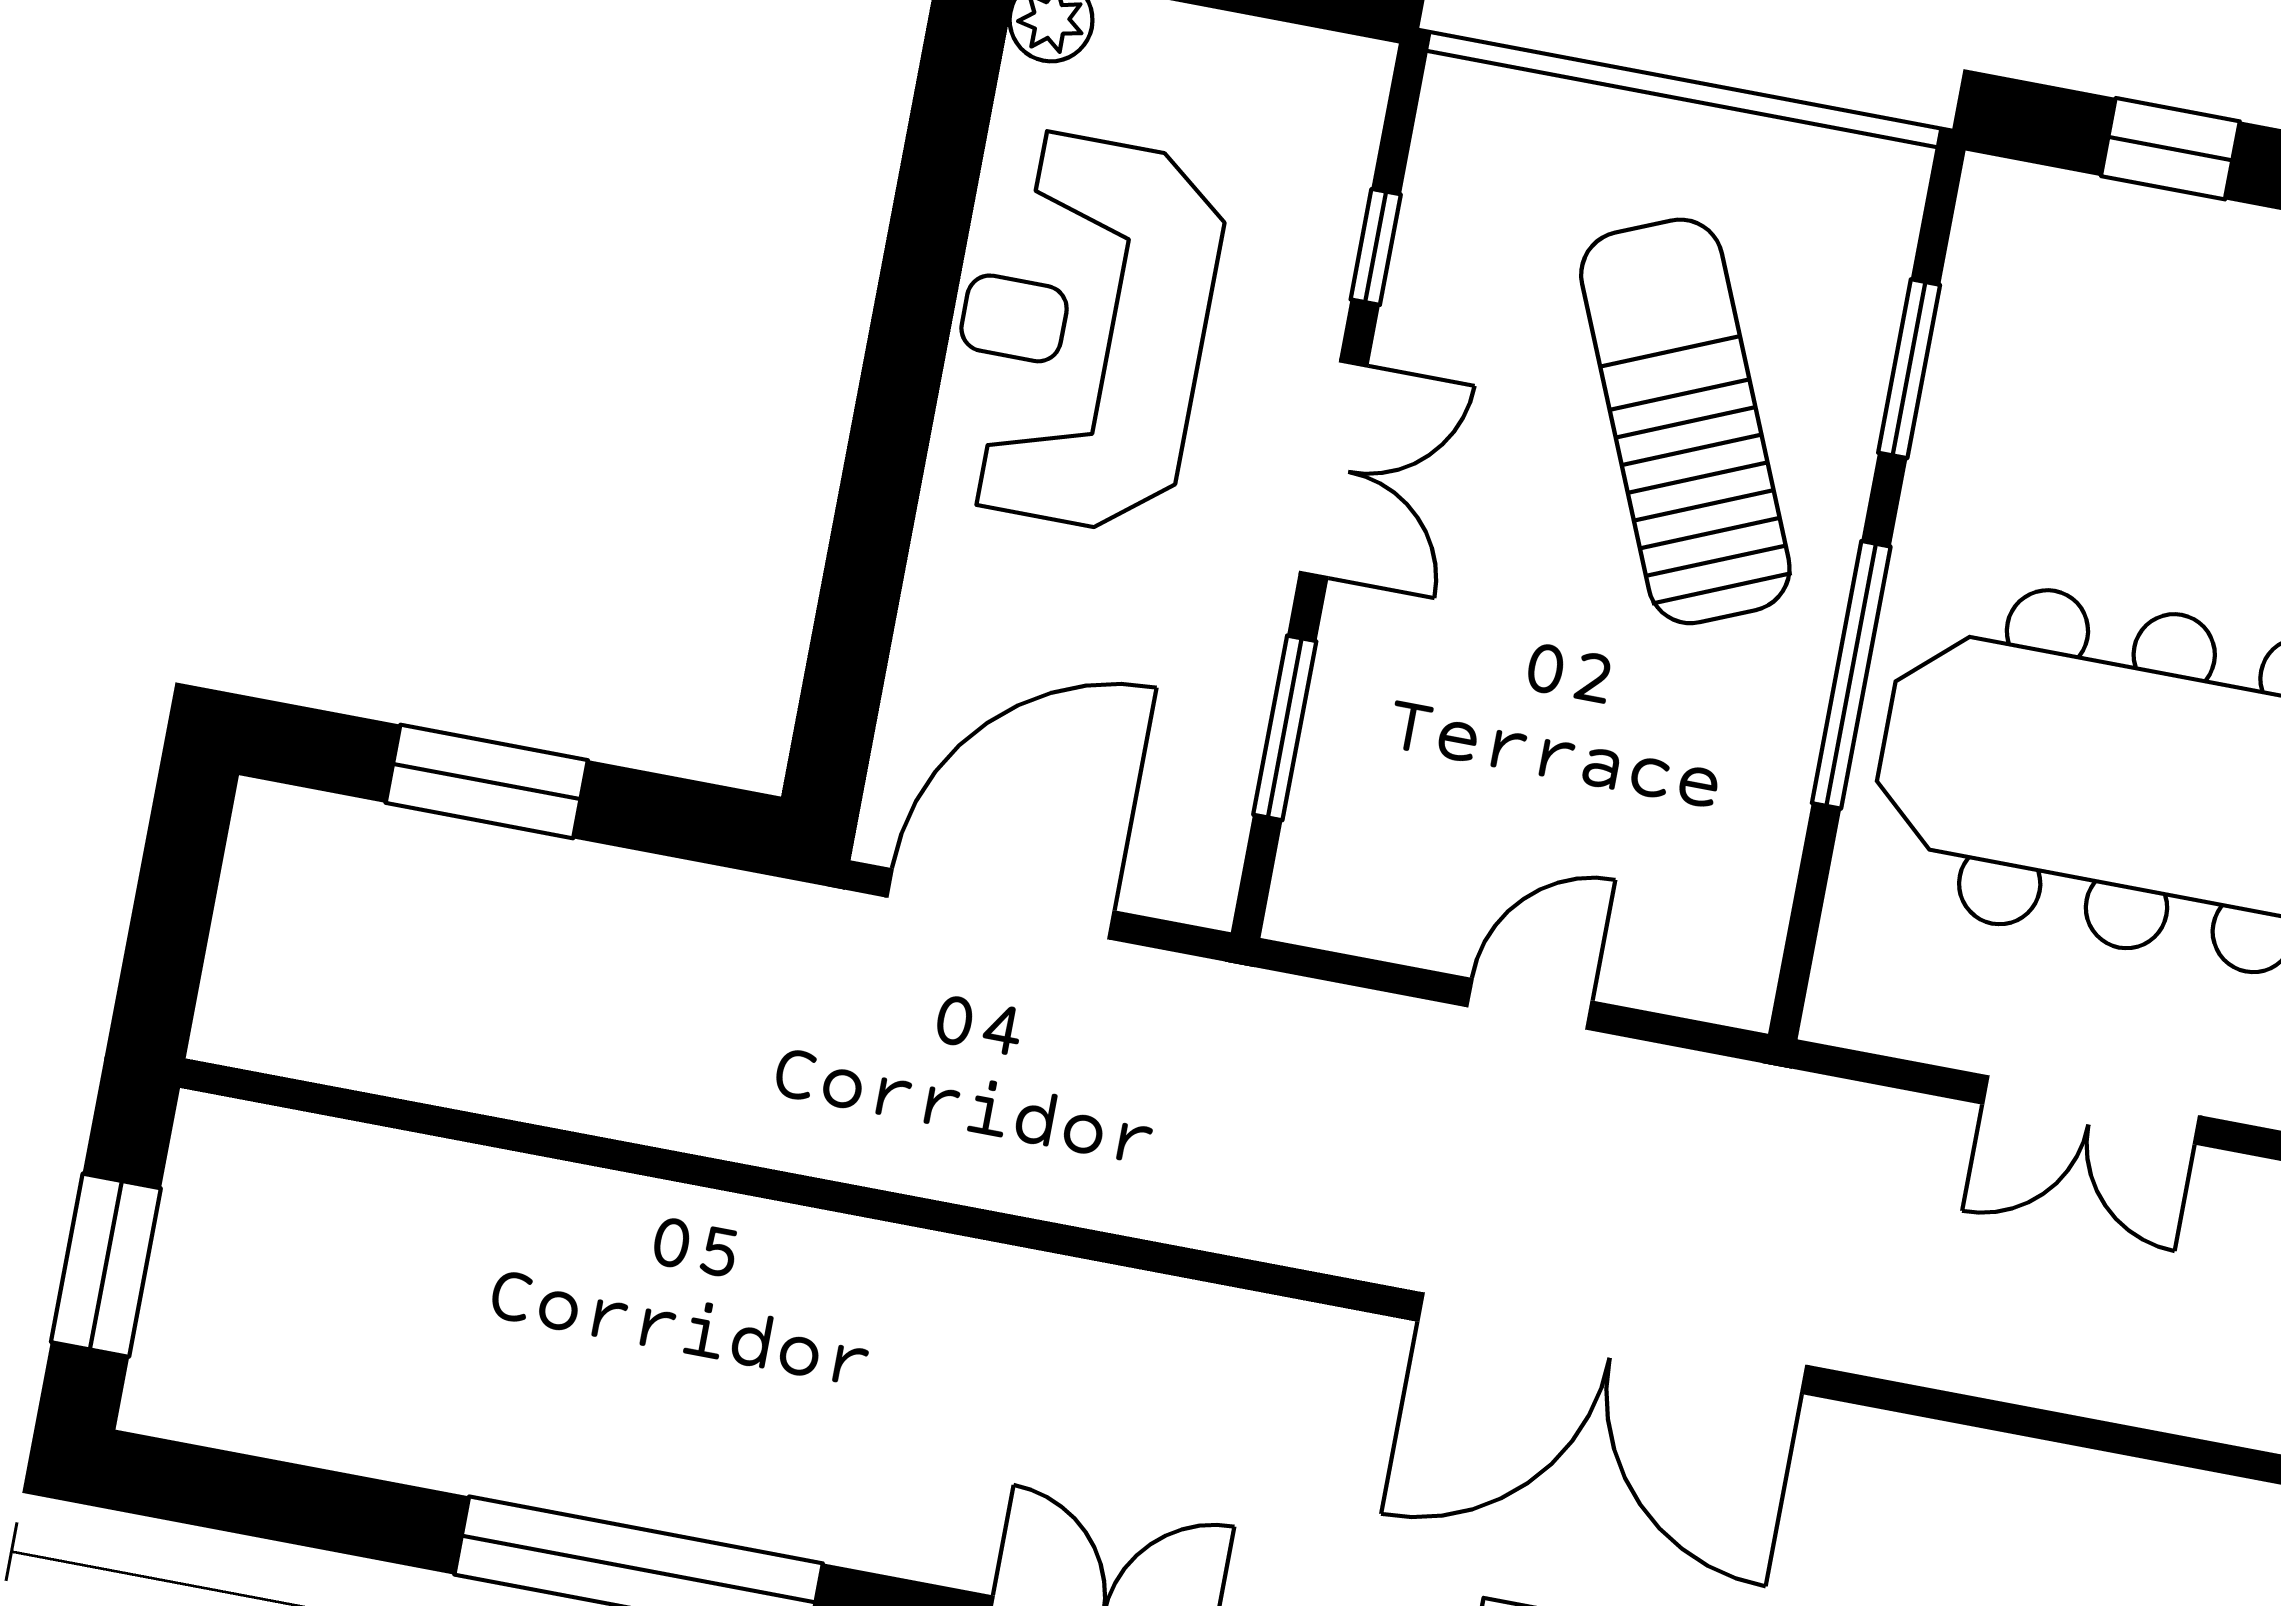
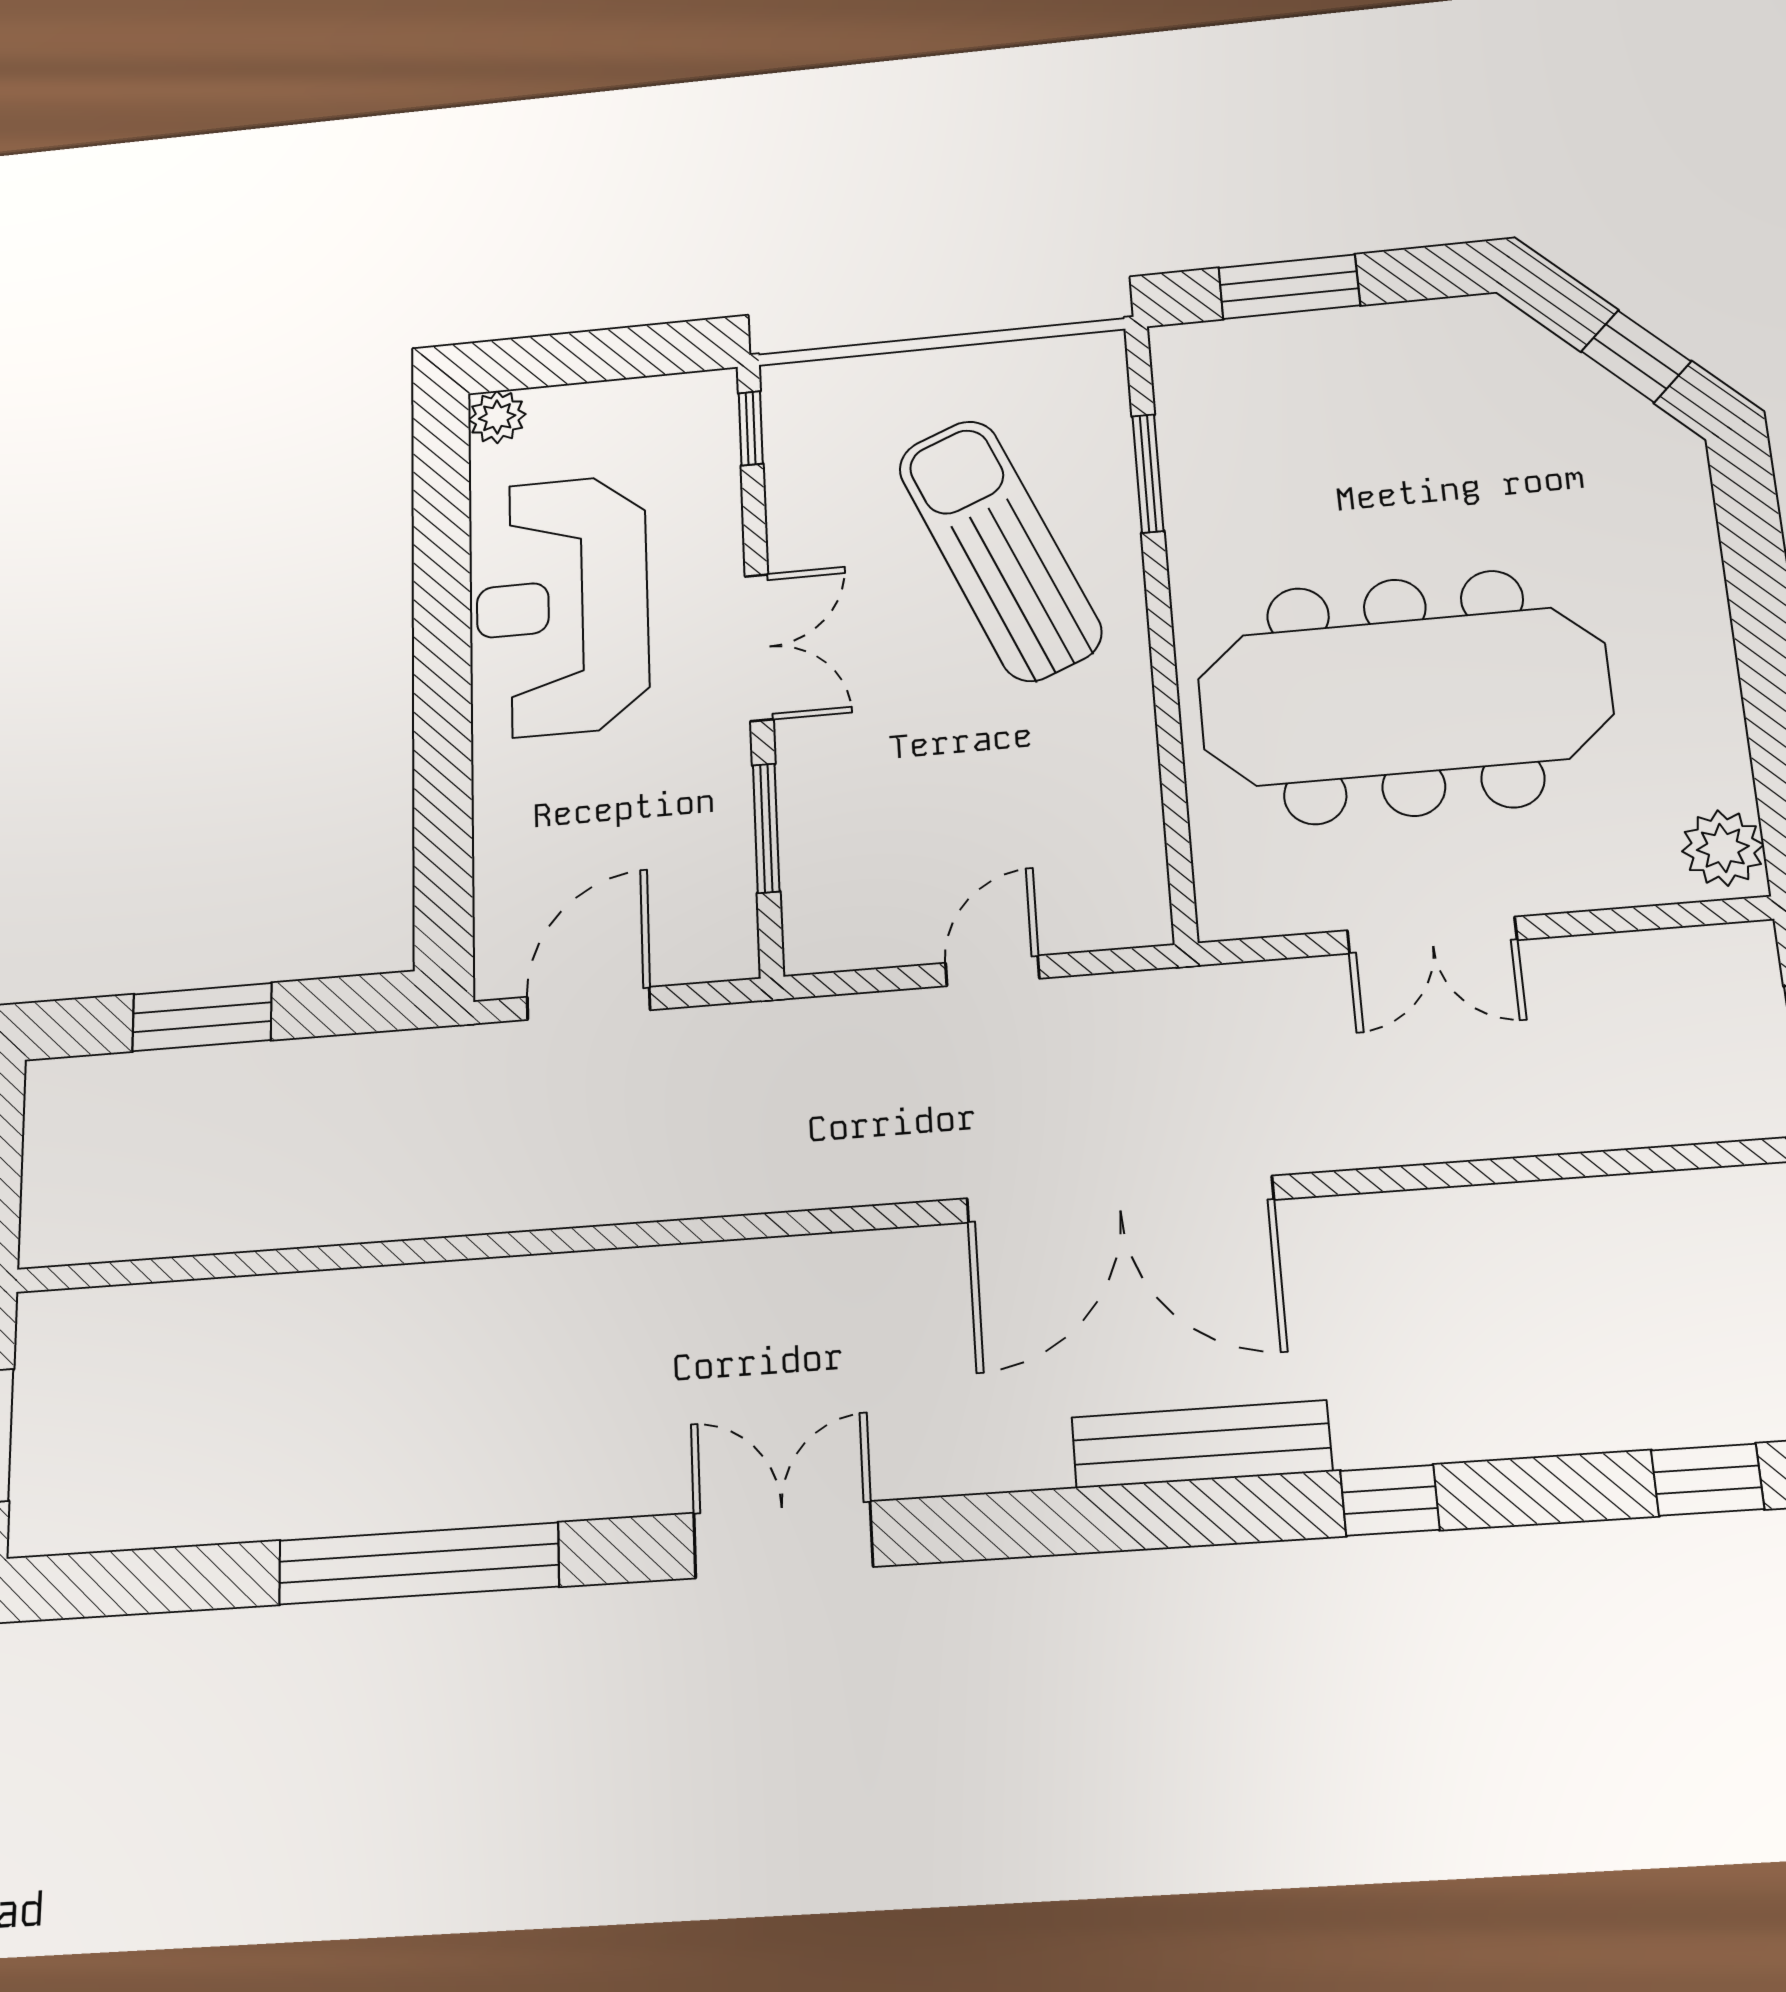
window: (2170, 149) -> (1289, 287), width x1.50
window: (1376, 247) -> (751, 428), moved
window: (1851, 675) -> (1165, 683), removed
door: (1001, 904) -> (589, 1003), width x0.73

